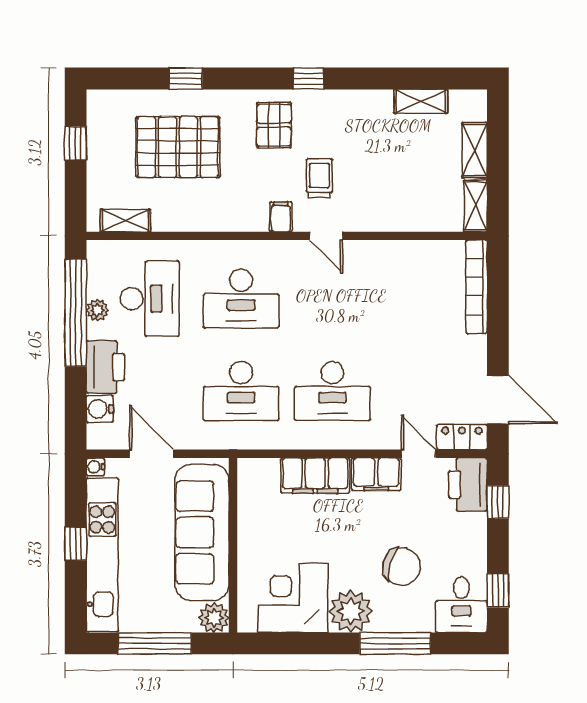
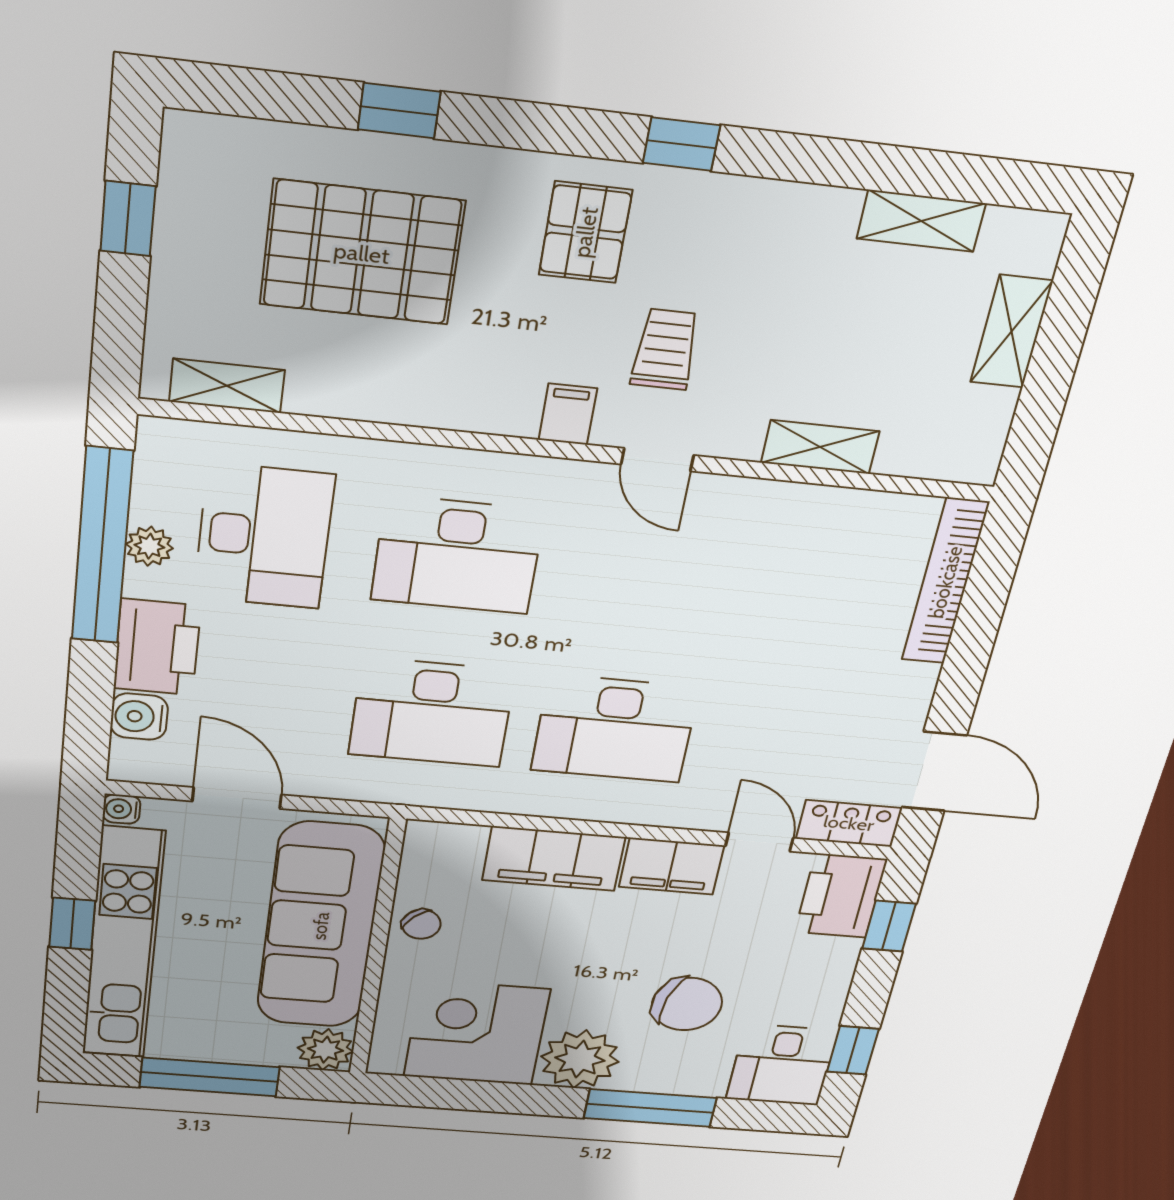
shelving: (476, 206) -> (820, 447), moved, turned 90
chair: (254, 526) -> (421, 924), added

